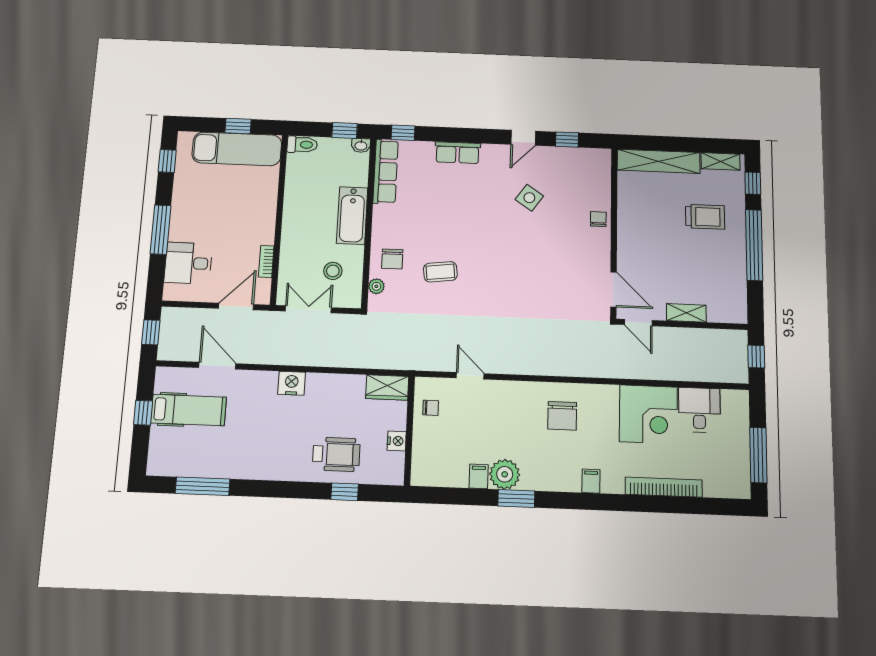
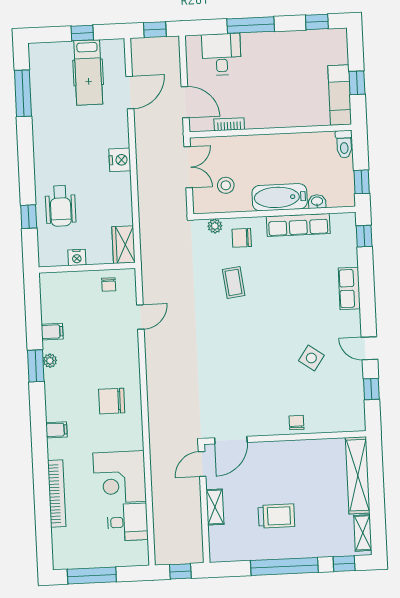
washbasin: (361, 145) -> (317, 202), moved, turned 90
exam couch: (237, 149) -> (340, 95), width x0.73, depth x0.69
row of seats: (386, 171) -> (298, 225), moved
trolley: (705, 217) -> (276, 516), moved, turned -90
chair: (598, 219) -> (296, 423), turned -90
plant: (505, 474) -> (50, 361), width x0.53, depth x0.53

